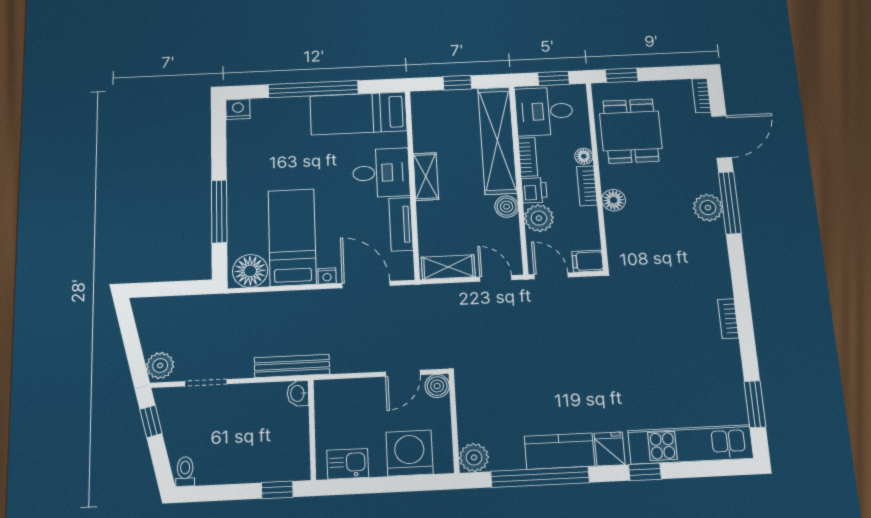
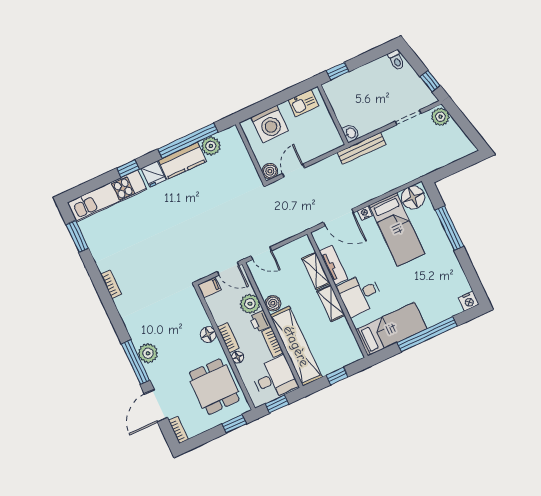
shelving: (448, 267) -> (316, 271), moved, turned 90
plant: (474, 458) -> (211, 146), moved

